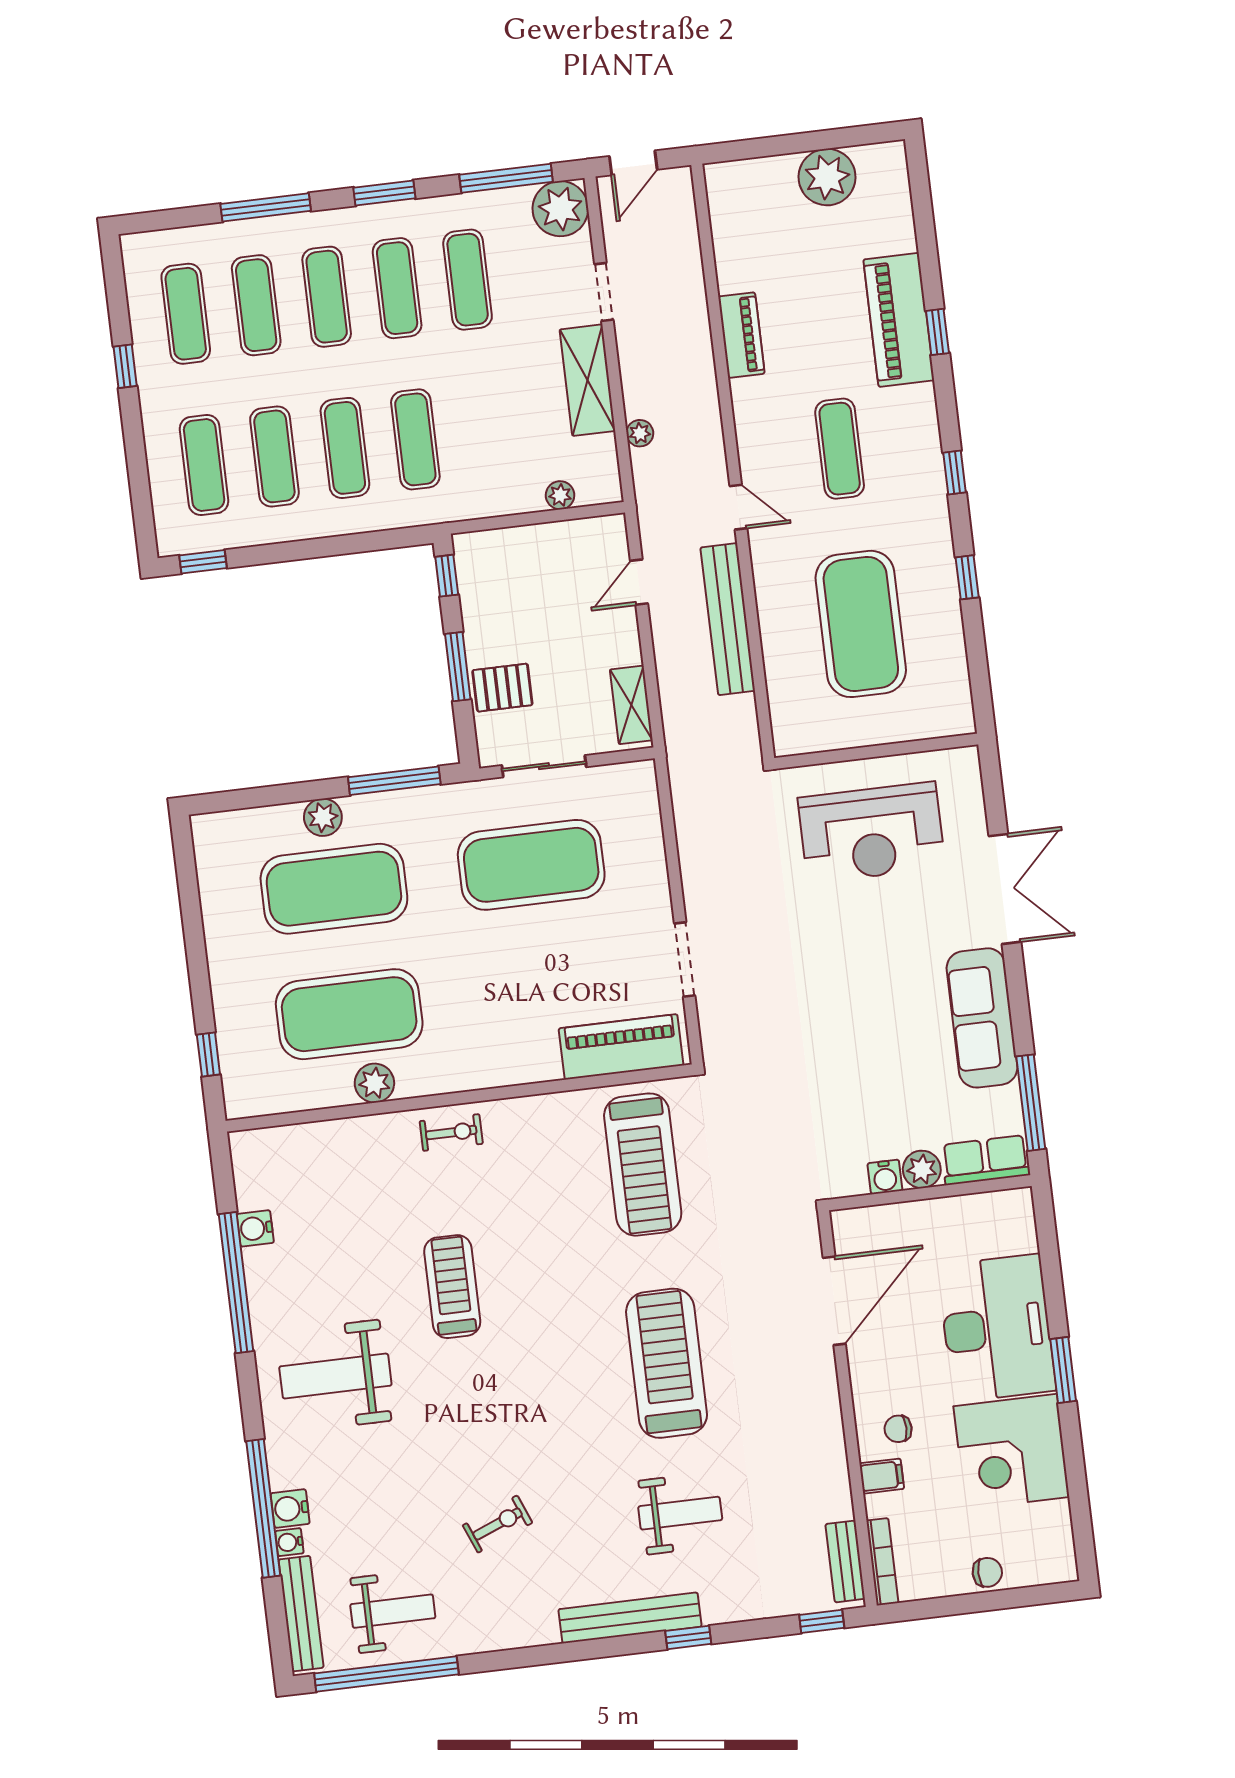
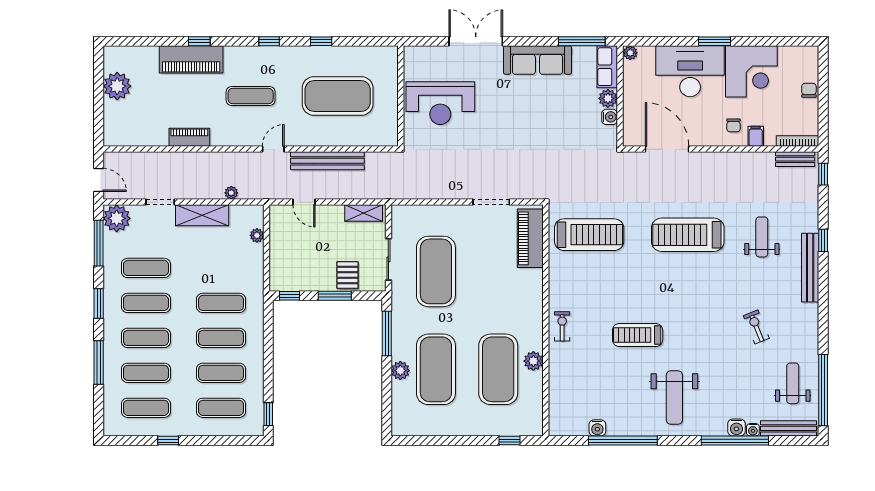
reception desk: (872, 833) -> (440, 103), turned 90
plant: (1019, 1203) -> (630, 53), added

